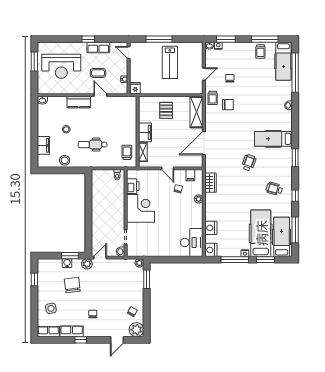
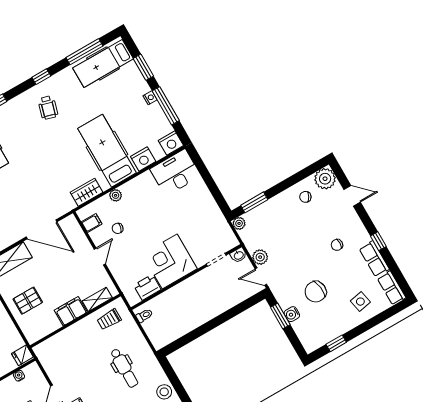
wheelchair: (249, 163) -> (34, 159), removed
hospital bed: (261, 233) -> (107, 151), moved, turned 90
plant: (87, 264) -> (260, 257), moved

